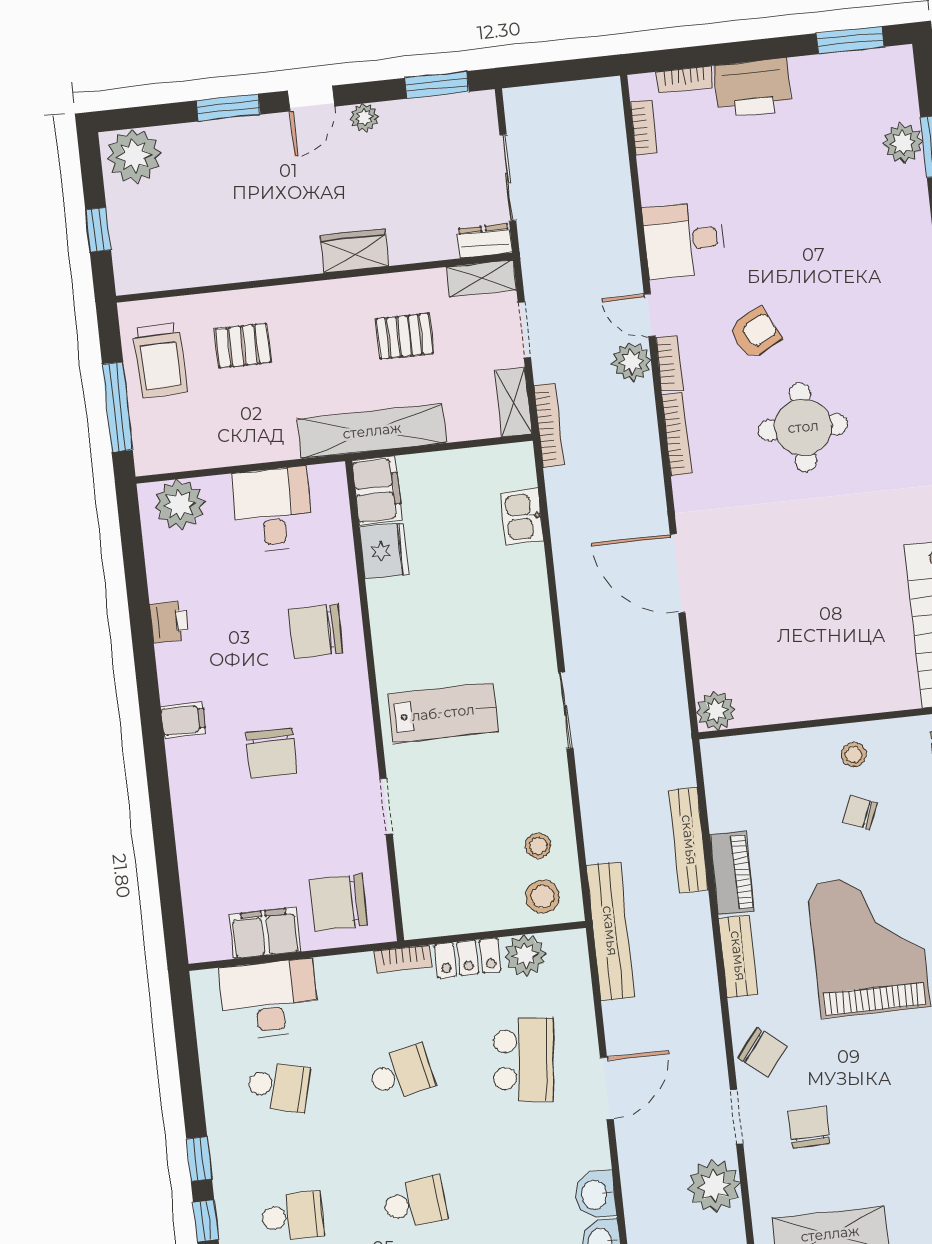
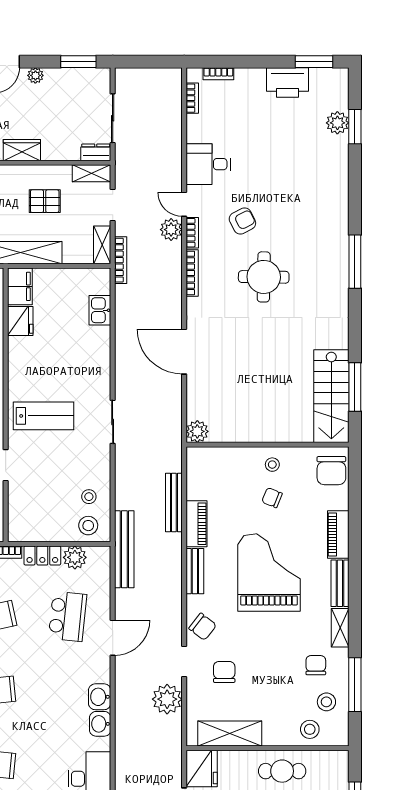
printer: (753, 88) -> (288, 82), moved

